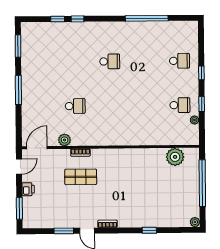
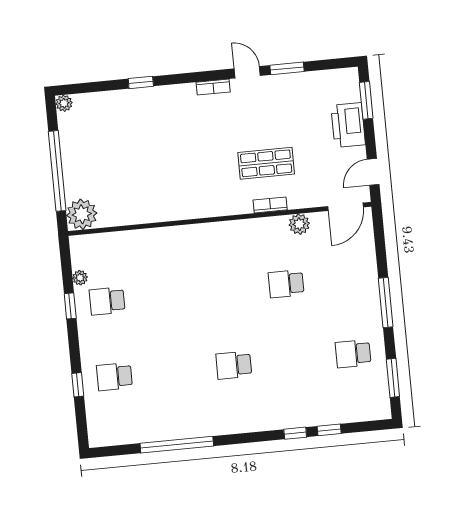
school desk: (40, 62) -> (353, 354), added
window: (201, 73) -> (78, 385), moved
plant: (175, 157) -> (82, 214), moved
printer: (28, 189) -> (348, 125), width x1.87, depth x1.48

